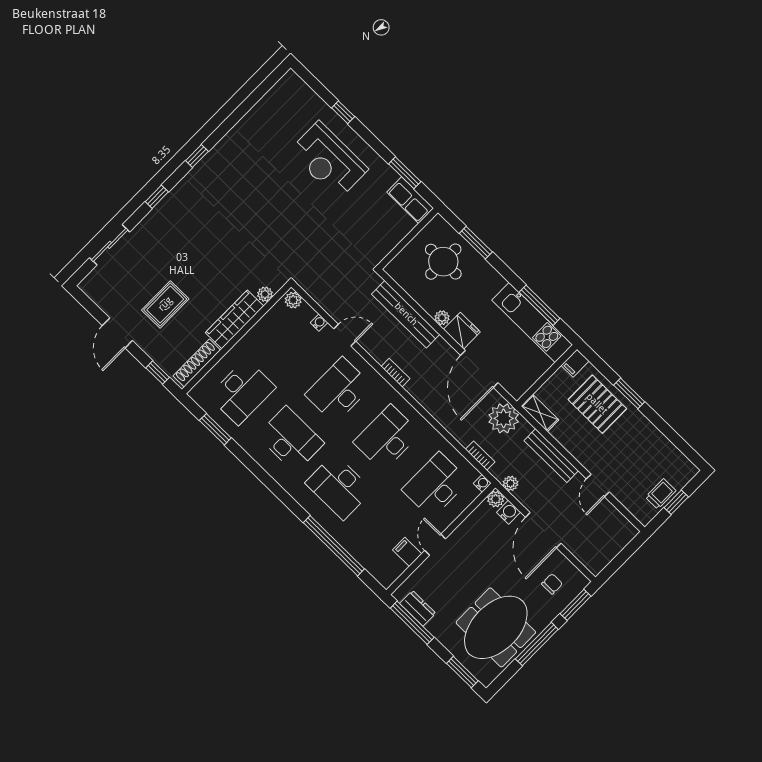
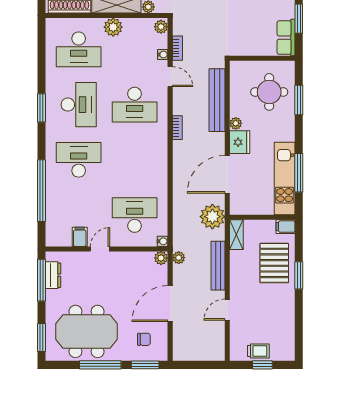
plant: (252, 342) -> (113, 27), added
desk: (339, 390) -> (135, 105), turned 180
window: (215, 429) -> (41, 108), moved
desk: (387, 438) -> (135, 160), removed
bookcase: (480, 456) -> (177, 48), moved
desk: (339, 487) -> (79, 160), turned 90
water cooler: (509, 512) -> (161, 273), removed

